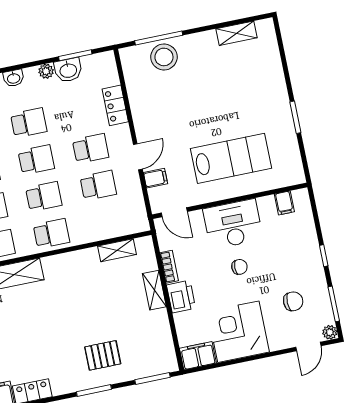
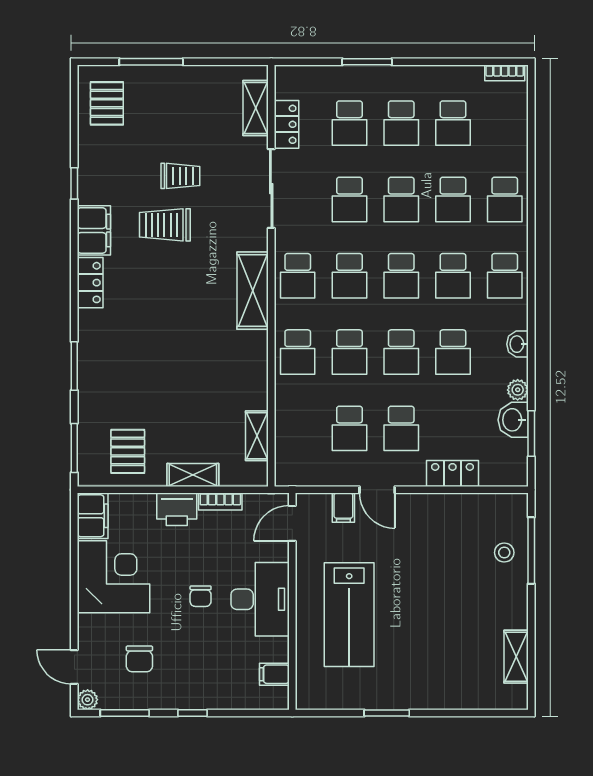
stool: (164, 57) -> (504, 553), width x0.53, depth x0.53
pallet: (103, 355) -> (128, 451), moved

